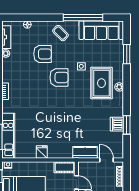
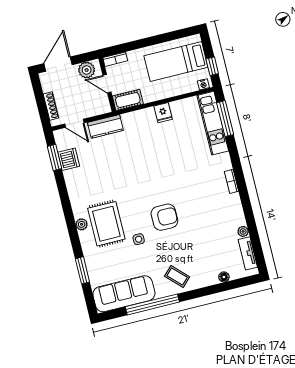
armchair: (42, 54) -> (194, 243), removed
armchair: (59, 77) -> (164, 217), turned 180
dishwasher: (117, 124) -> (69, 159), moved
window: (127, 125) -> (54, 157), moved

